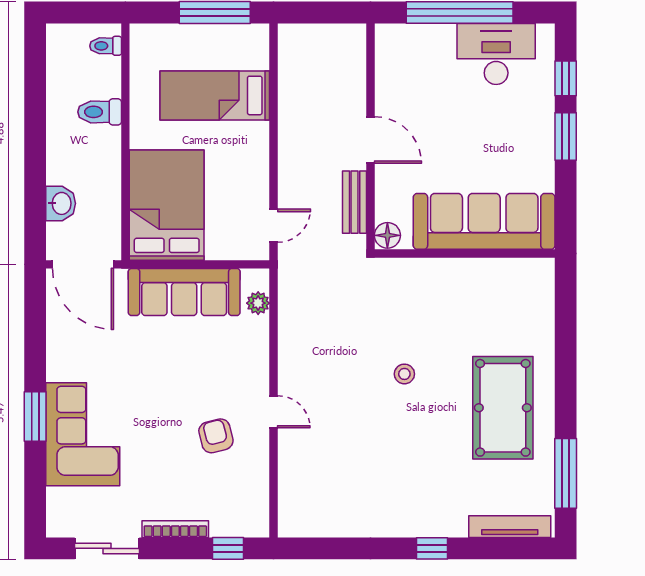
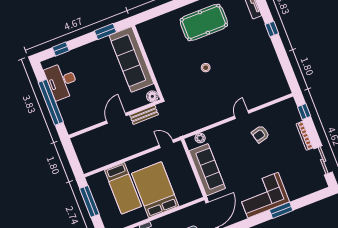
window: (566, 136) -> (105, 32), moved
bed: (167, 205) -> (155, 190), moved, turned 90
corner sofa: (83, 434) -> (263, 195), moved

